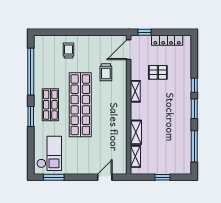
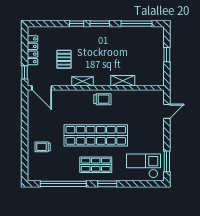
trolley: (106, 72) -> (102, 99), moved
shelving: (135, 156) -> (146, 81), removed
door: (105, 177) -> (167, 111), swing flipped

